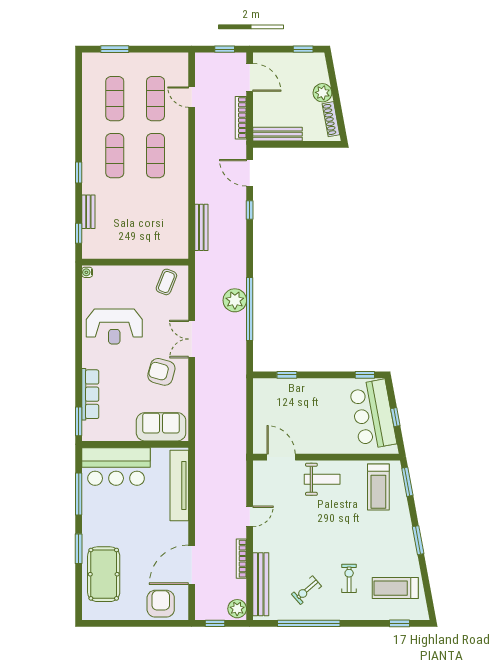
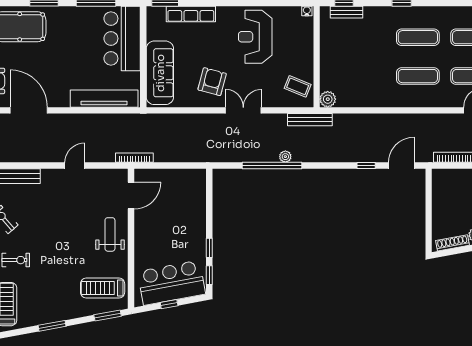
bench: (278, 134) -> (438, 192), removed
bench: (88, 212) -> (347, 12), moved
bench: (201, 227) -> (310, 120), moved
plant: (180, 250) -> (328, 99), added
plant: (235, 300) -> (285, 157), width x0.53, depth x0.53
window: (287, 375) -> (209, 248), moved
sofa: (161, 427) -> (160, 73), width x1.36
weight bench: (322, 479) -> (110, 234), turned 180
door: (250, 516) -> (75, 166), swing flipped
bookcase: (241, 559) -> (134, 158), moved

